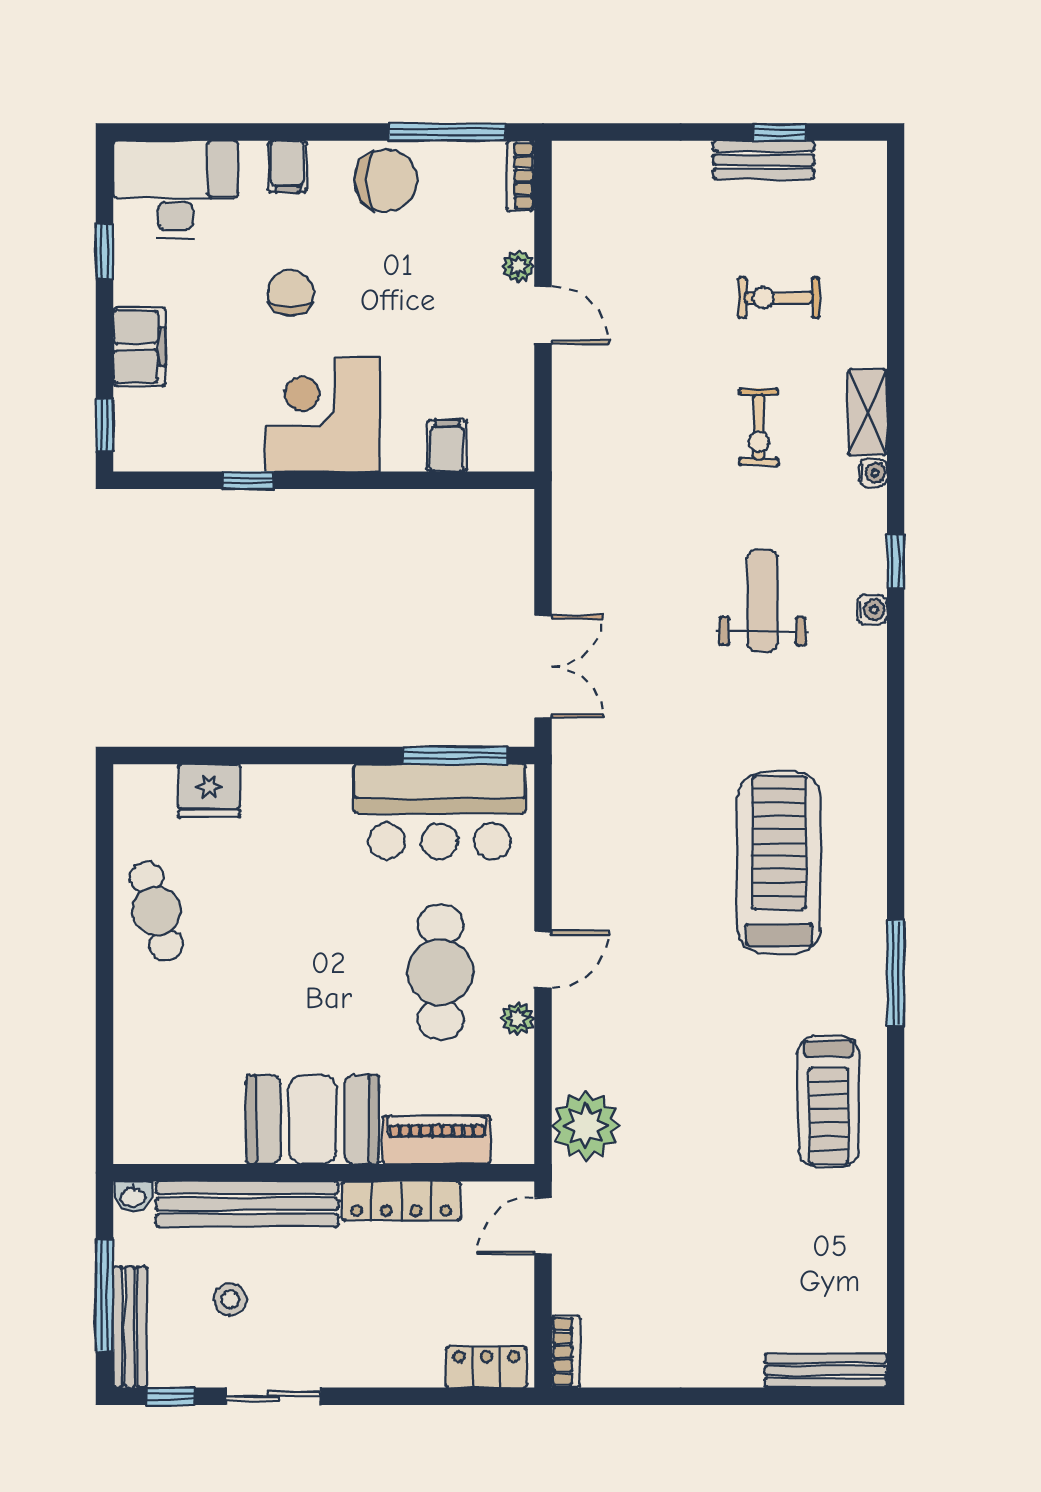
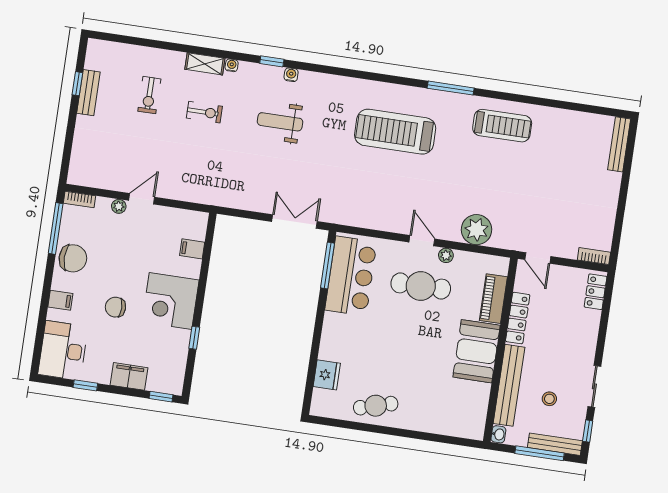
chair: (386, 181) -> (73, 258), turned 90
plant: (586, 1126) -> (476, 230), moved

